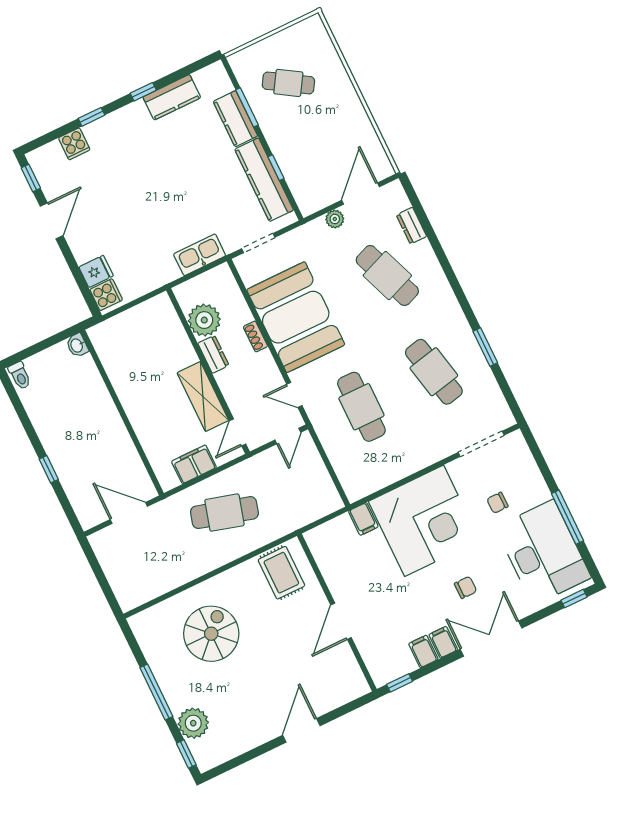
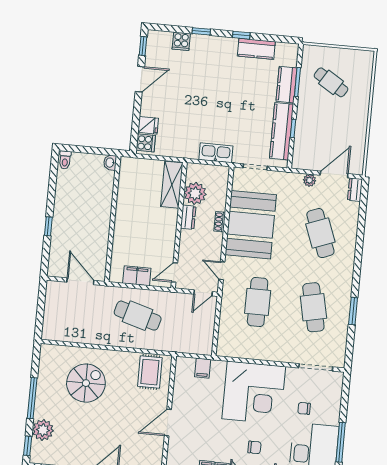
dresser: (412, 226) -> (355, 190), moved
shelving: (203, 396) -> (172, 185), moved
filing cabinet: (363, 519) -> (203, 368), moved

